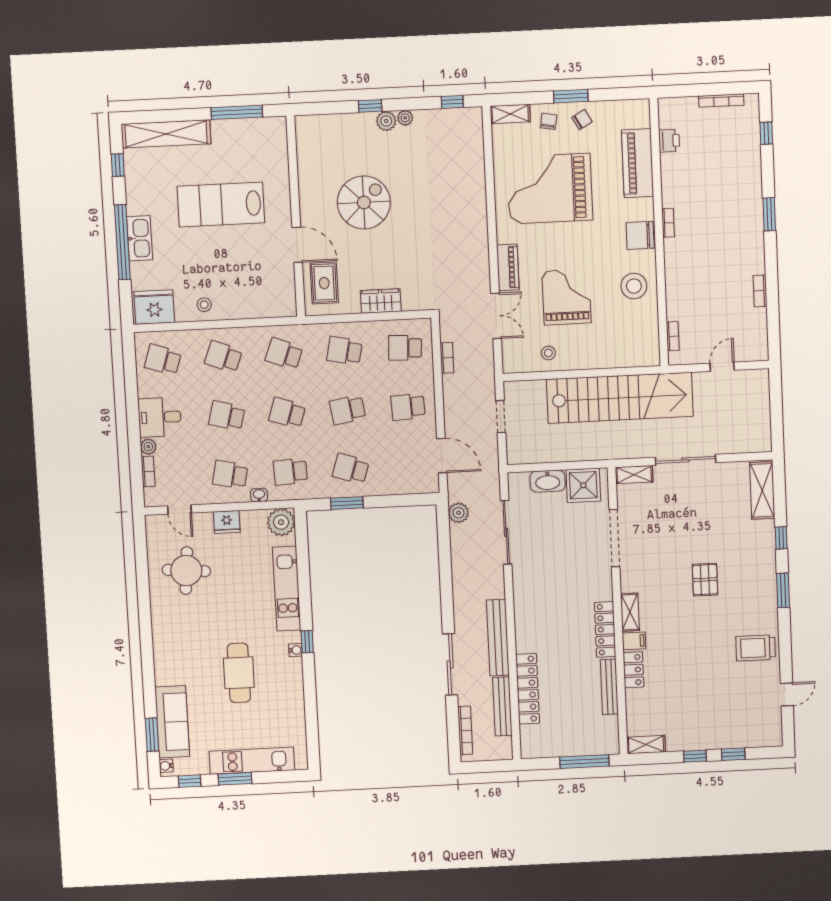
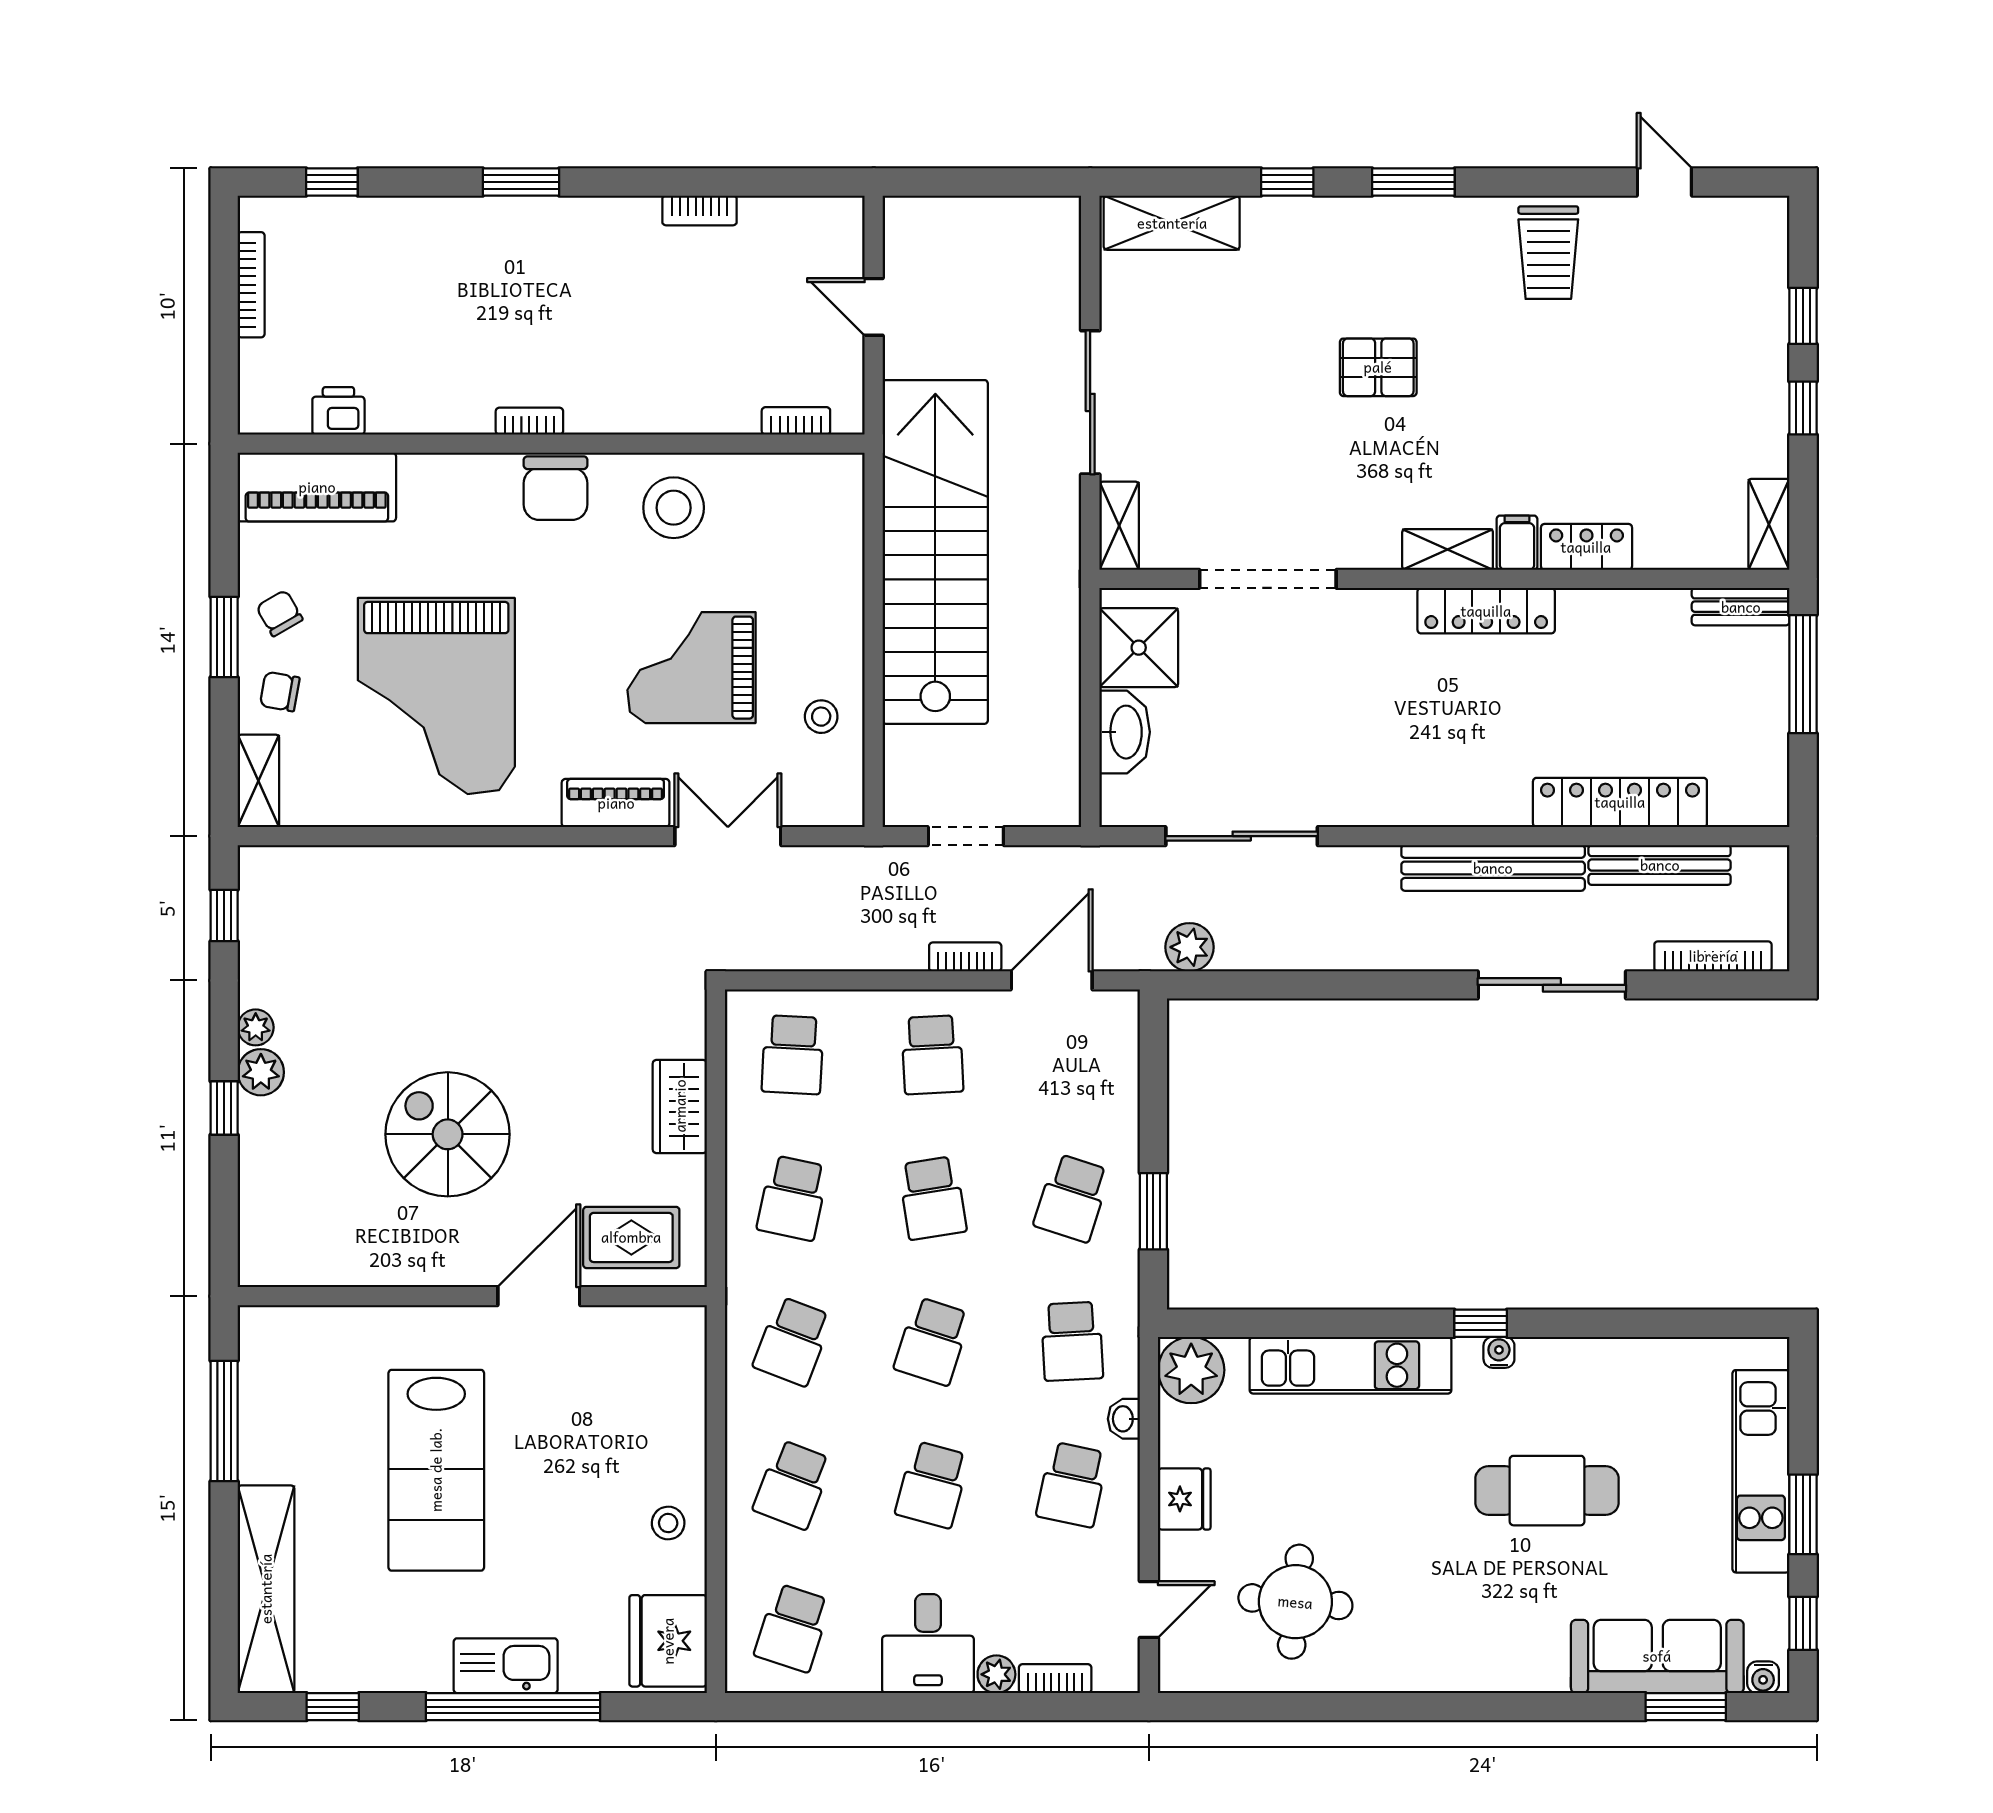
piano: (638, 163) -> (317, 487), moved
bookcase: (447, 358) -> (965, 957), moved
bench: (609, 687) -> (1741, 607), moved, width x0.73

